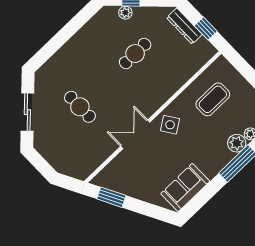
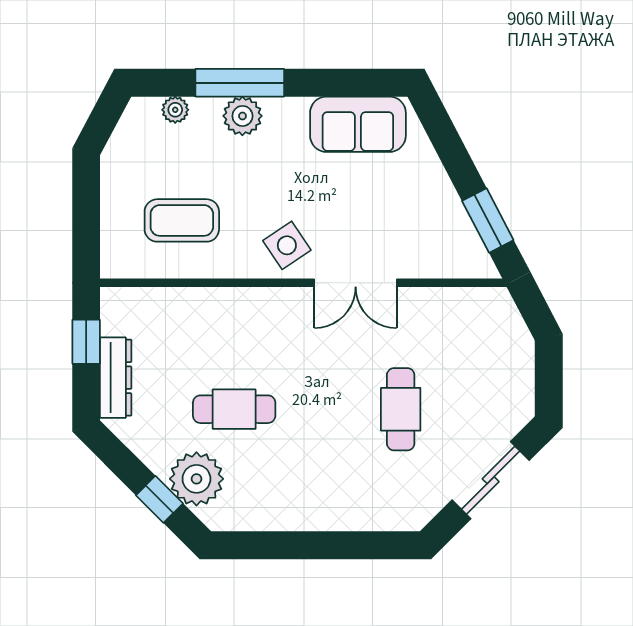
plant: (125, 13) -> (196, 479), width x1.87, depth x1.87
plant: (237, 143) -> (242, 116), moved

